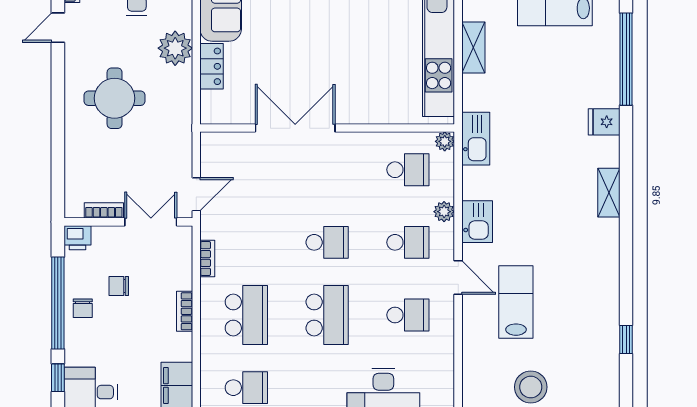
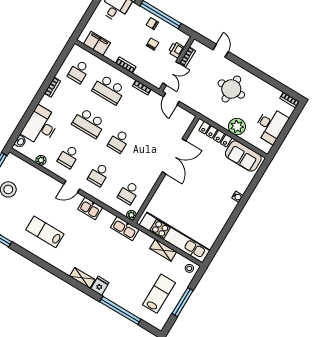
door: (58, 28) -> (221, 51), moved
locker: (212, 66) -> (215, 134), width x1.53
shelving: (609, 193) -> (82, 278), moved
plant: (444, 212) -> (41, 160), moved
printer: (77, 238) -> (176, 50), moved
lab bench: (516, 302) -> (45, 232), moved, turned 180

